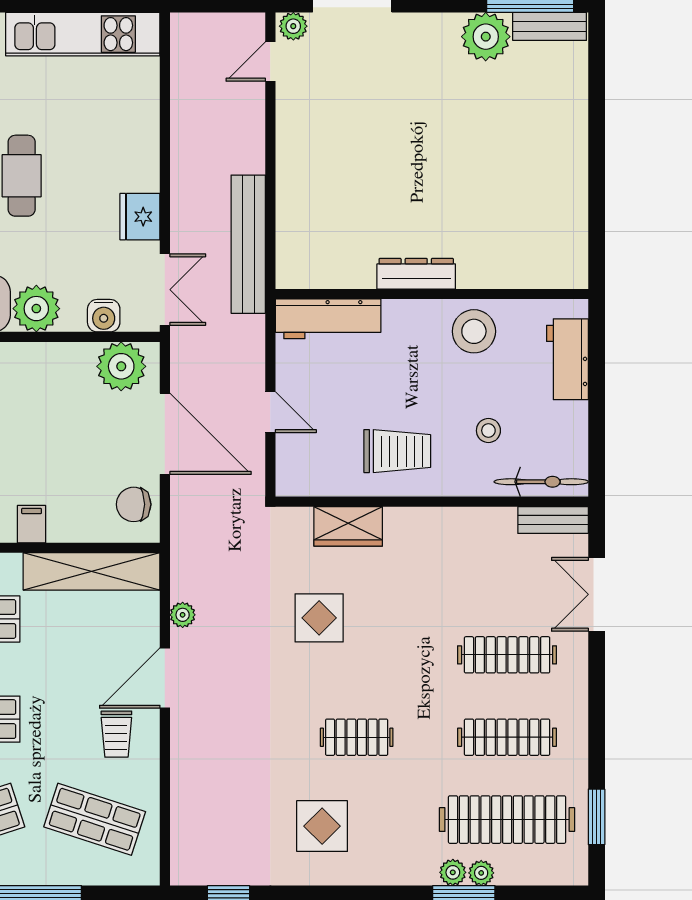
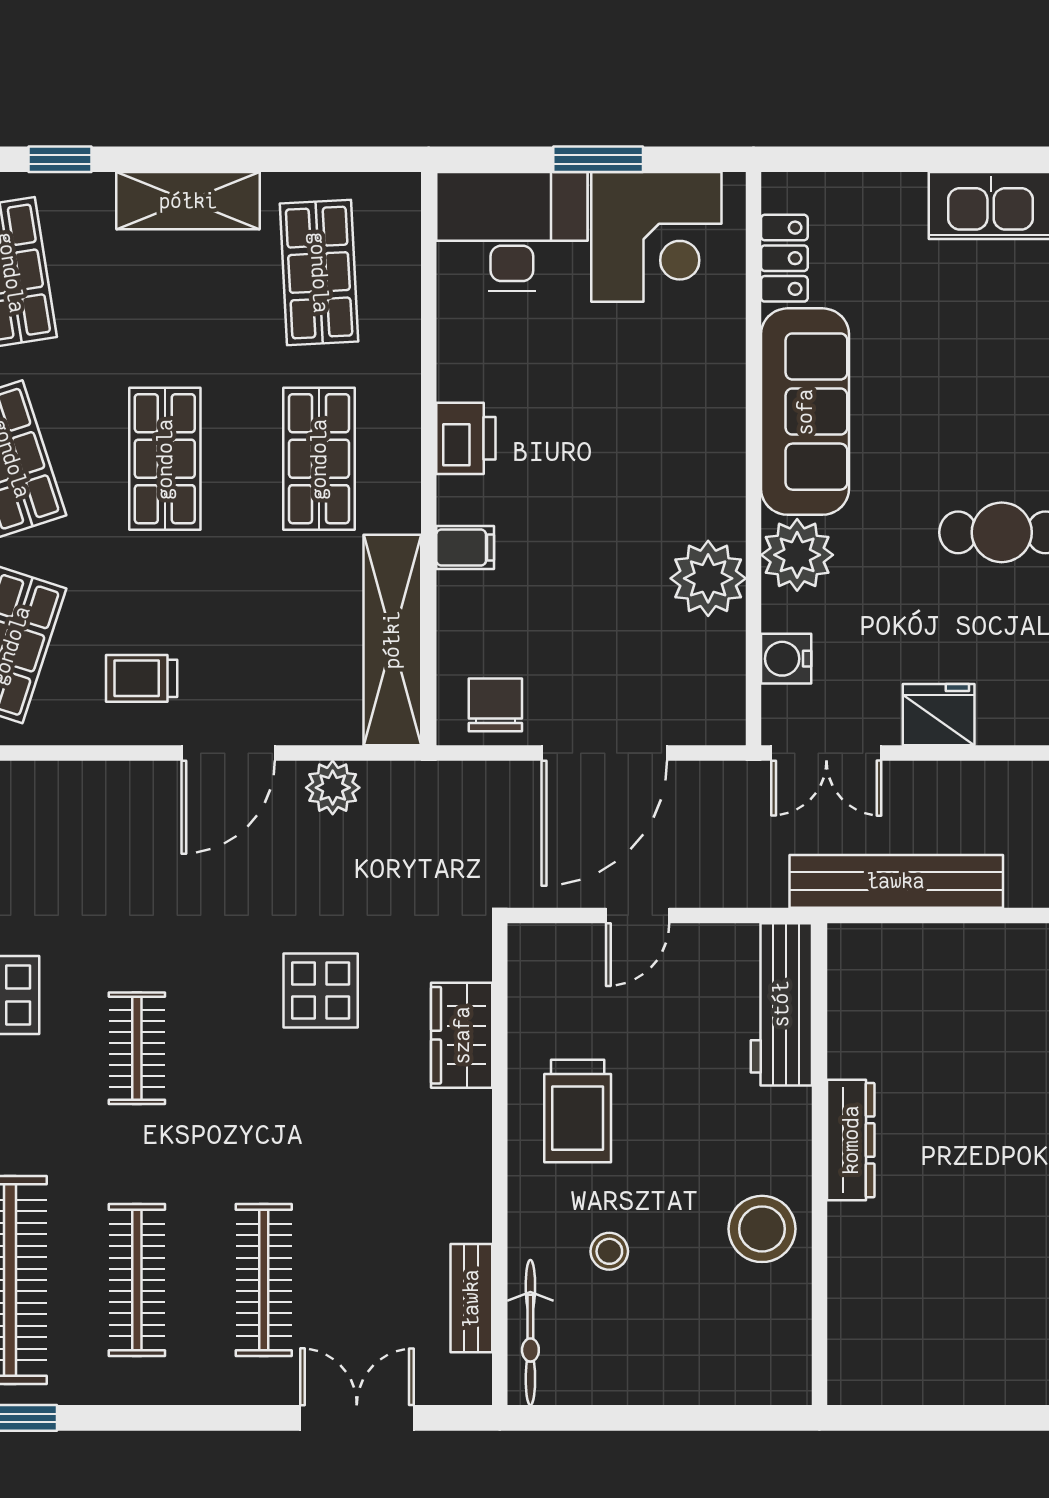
workbench: (567, 359) -> (719, 1373), removed
plant: (121, 366) -> (708, 578), moved
bench: (553, 520) -> (471, 1298), moved
plant: (183, 615) -> (333, 788), width x1.38, depth x1.38
door: (165, 678) -> (228, 753), swing flipped

